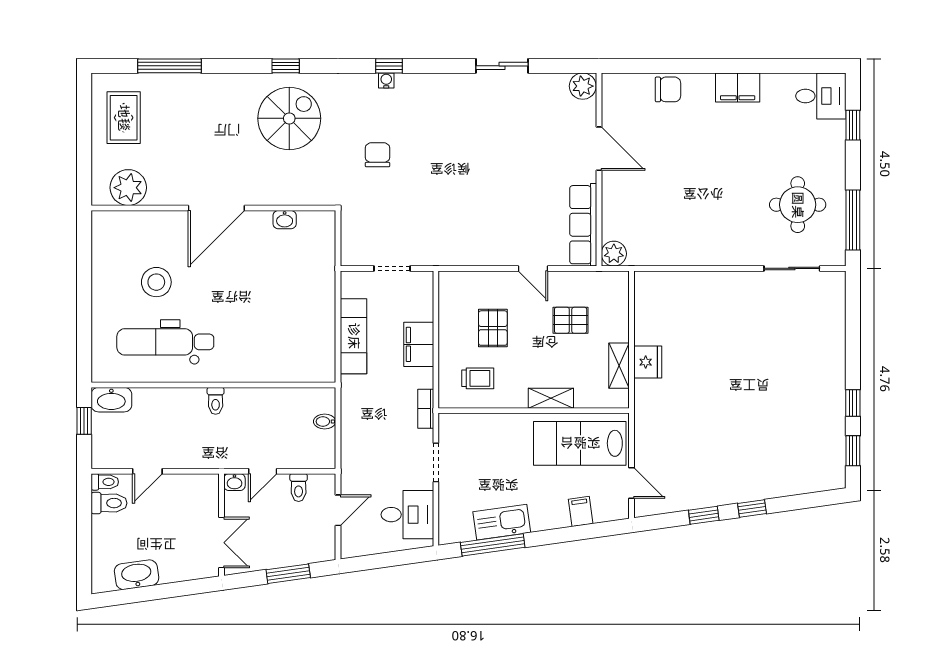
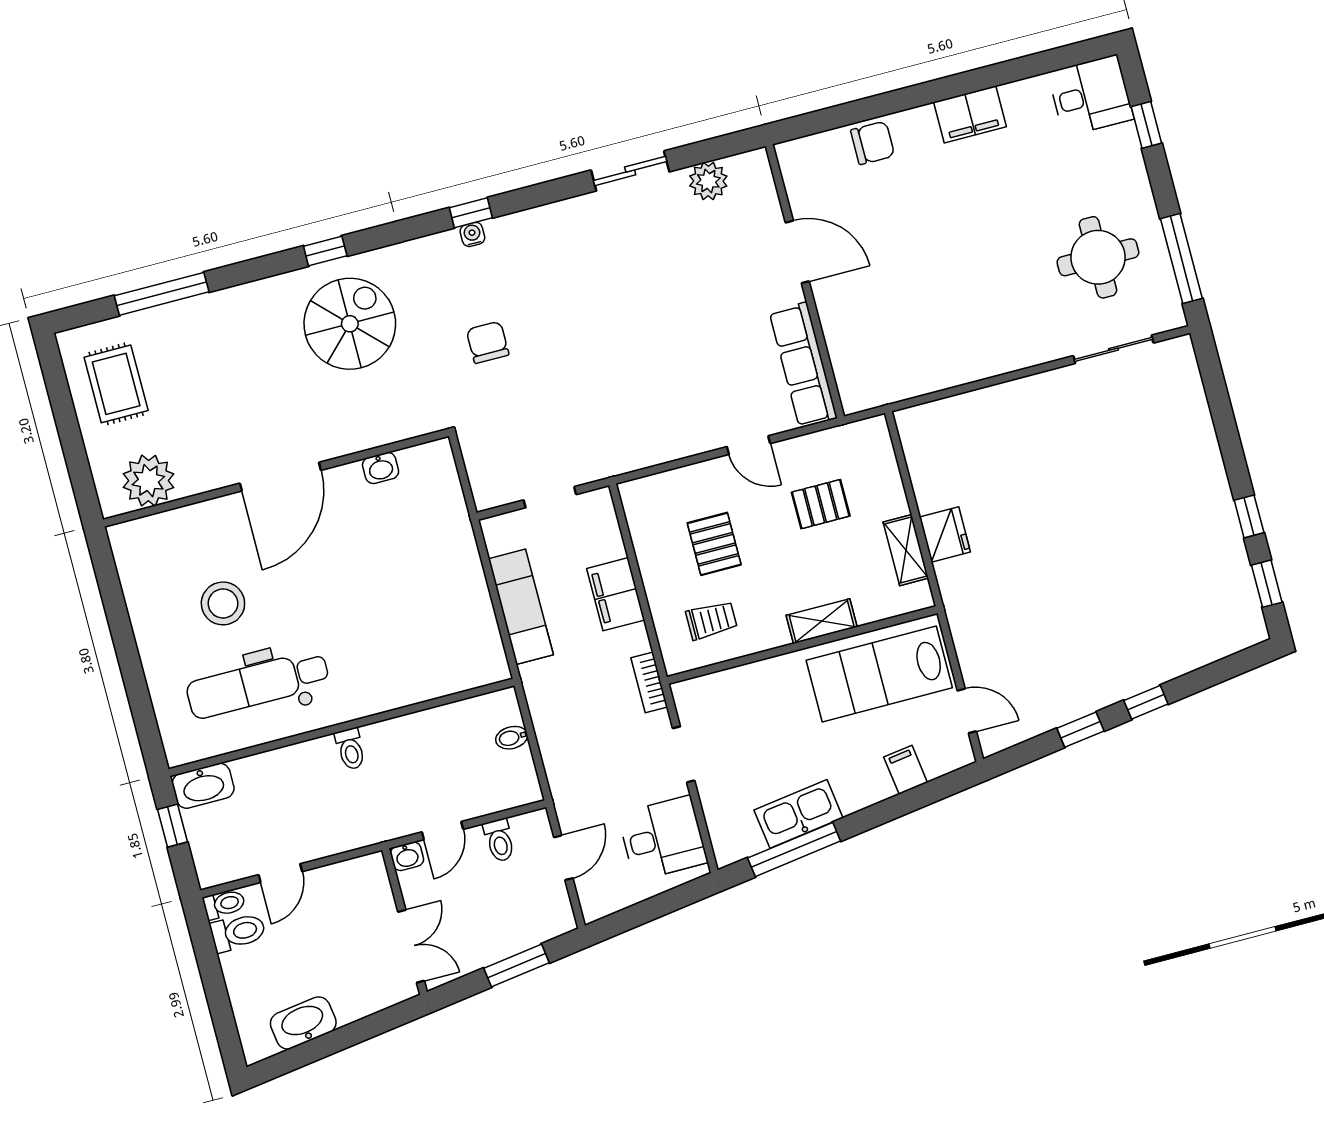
plant: (583, 86) -> (708, 181), moved
plant: (614, 254) -> (857, 394), removed

